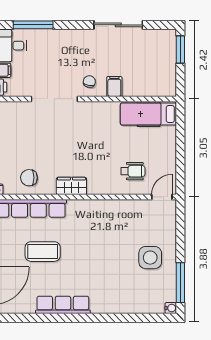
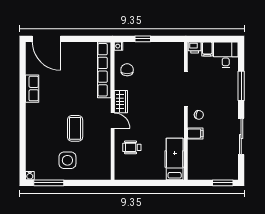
window: (33, 25) -> (241, 86), moved
wheelchair: (133, 171) -> (132, 147), turned 90
door: (162, 197) -> (113, 121), moved
coffee table: (43, 252) -> (75, 128), moved
row of seats: (63, 305) -> (32, 89), width x0.68

